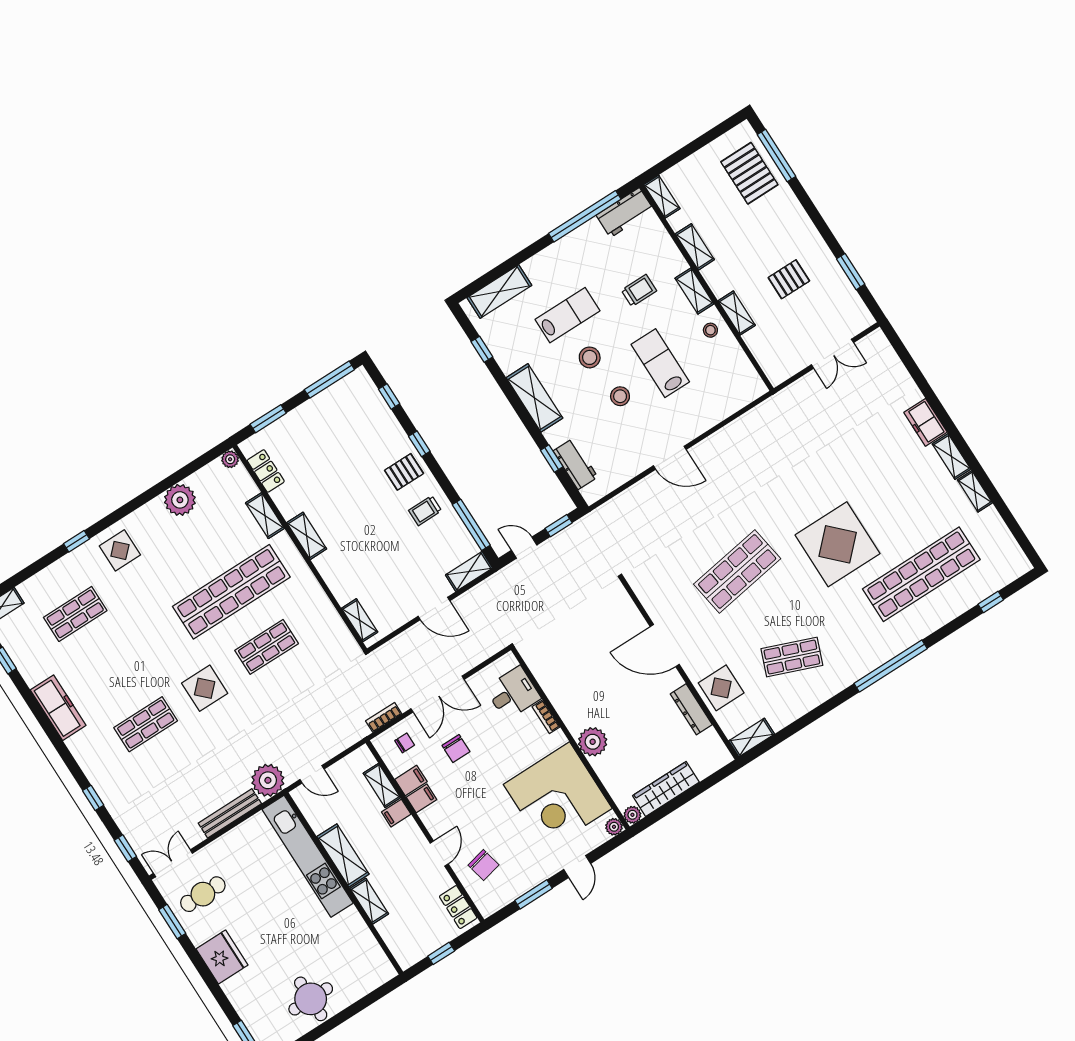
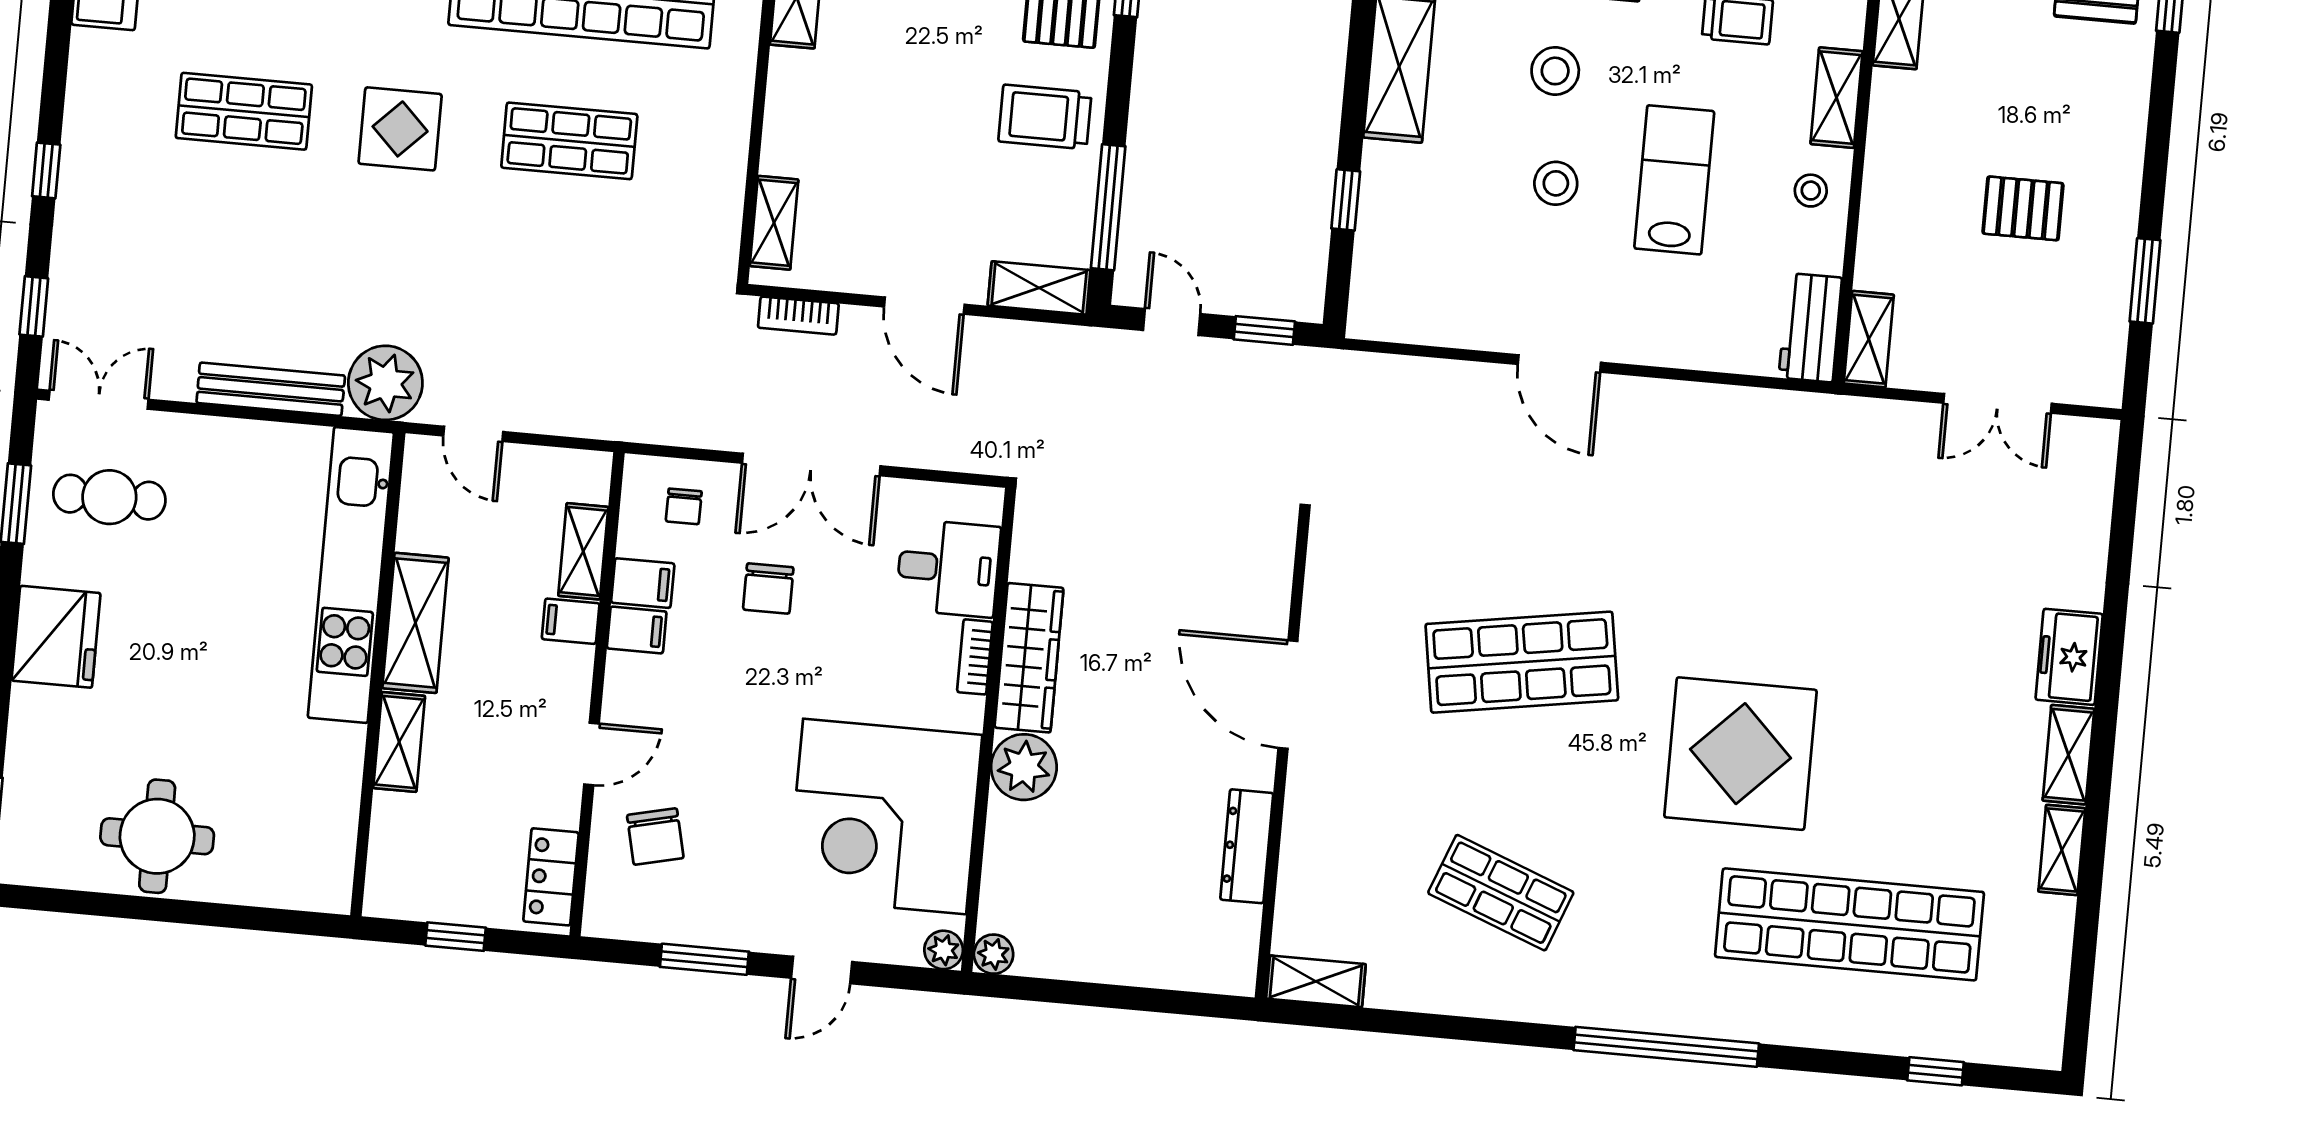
shelving: (737, 313) -> (1869, 339), moved
workbench: (575, 464) -> (1810, 328), moved, turned 180
trolley: (425, 511) -> (1045, 117), width x1.36, depth x1.39
display table: (721, 688) -> (1330, 849), removed
bookcase: (384, 717) -> (798, 316), moved, turned 180
chair: (405, 743) -> (684, 506), turned 90
wardrobe: (666, 789) -> (1029, 658), moved, turned 90

